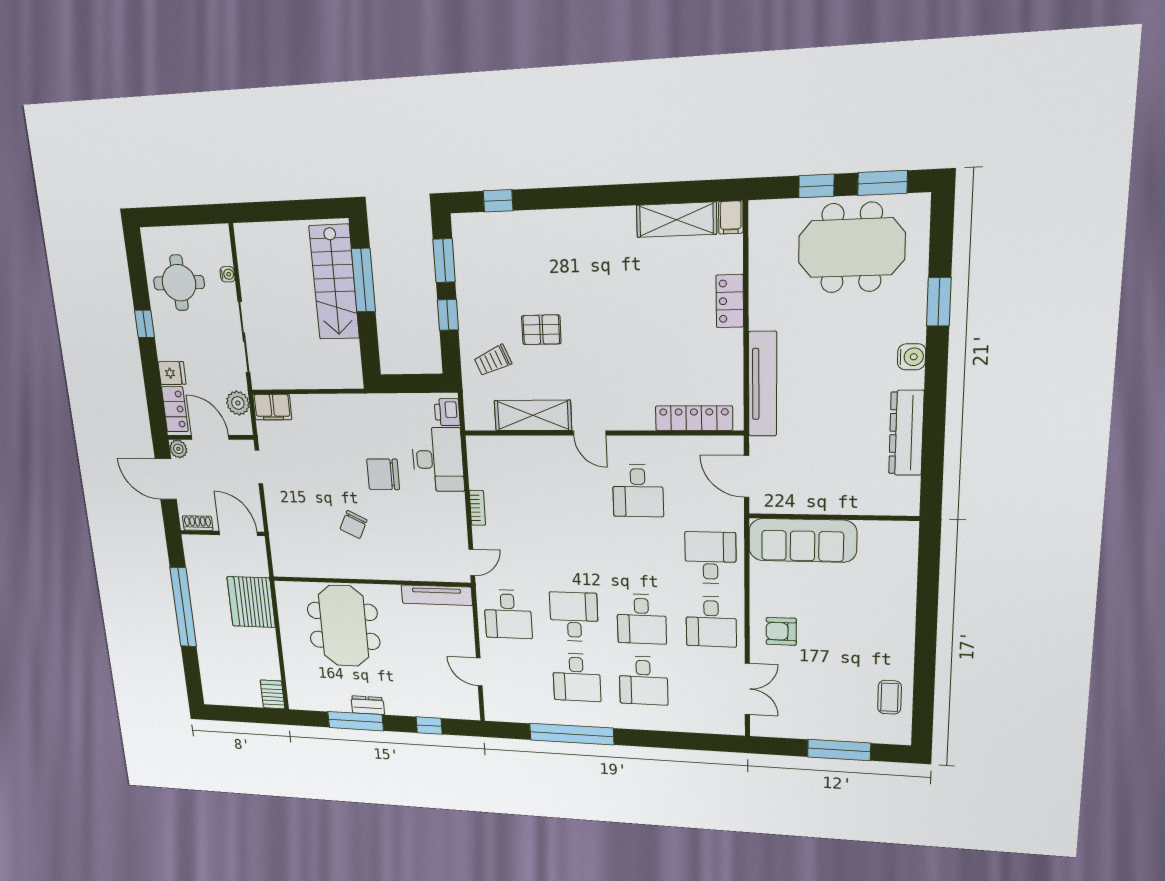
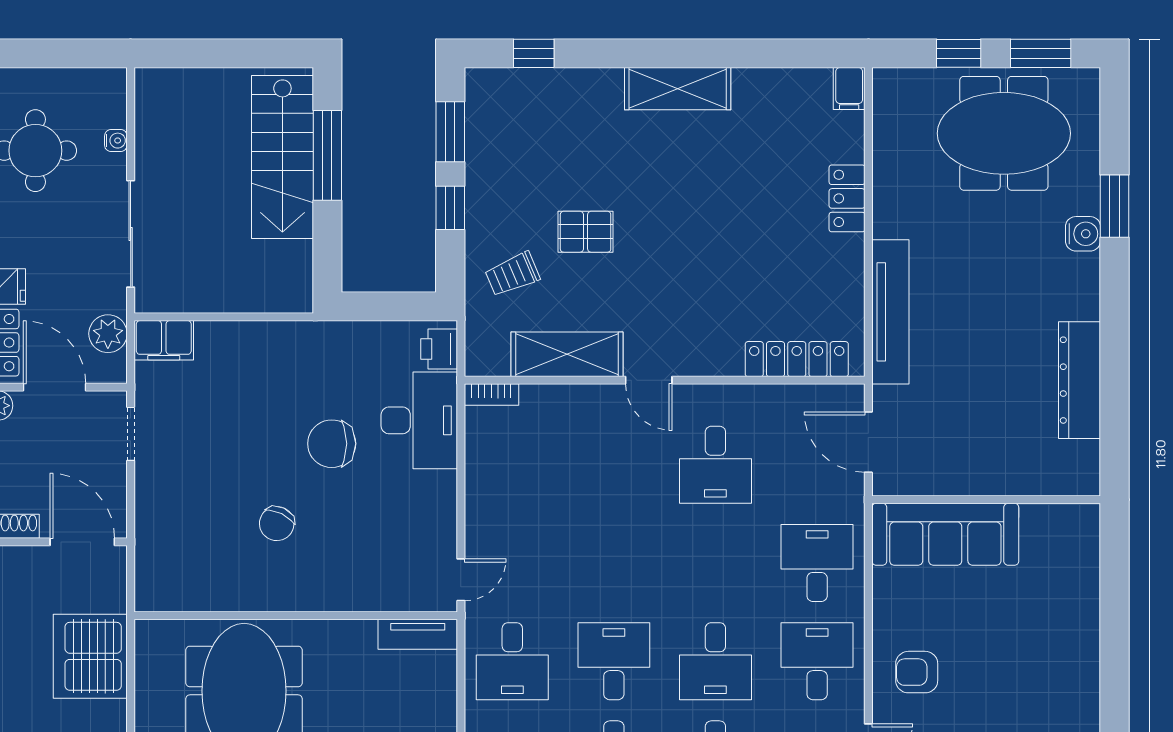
shelving: (676, 220) -> (678, 89), moved
water cooler: (912, 357) -> (1083, 234), moved
bookcase: (477, 508) -> (491, 395), moved, turned 90
tv unit: (437, 595) -> (418, 634), width x0.71
desk: (711, 622) -> (817, 661), turned 180

